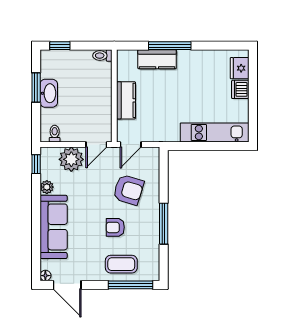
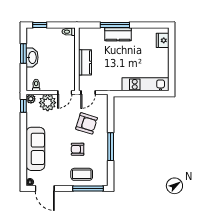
kitchen counter: (157, 59) -> (118, 34), moved
dishwasher: (240, 89) -> (163, 55), removed
plant: (47, 187) -> (31, 99), moved

